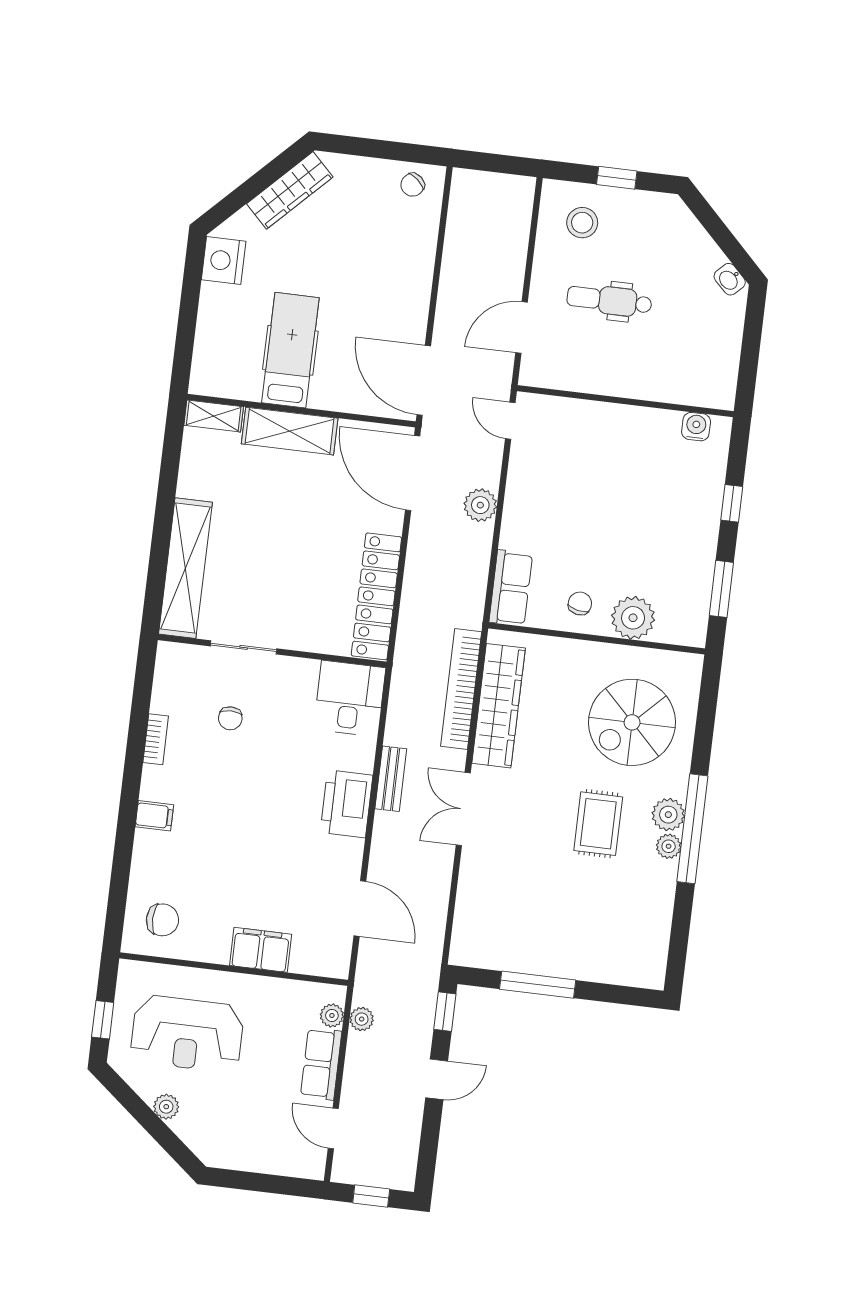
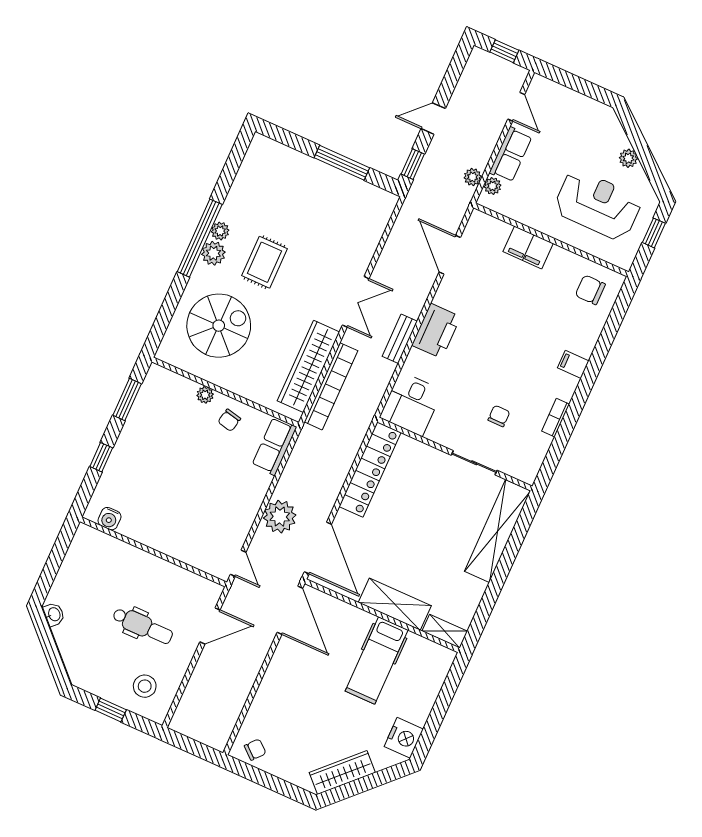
plant: (480, 505) -> (280, 517), width x1.36, depth x1.36
plant: (633, 618) -> (205, 395), width x0.53, depth x0.53

